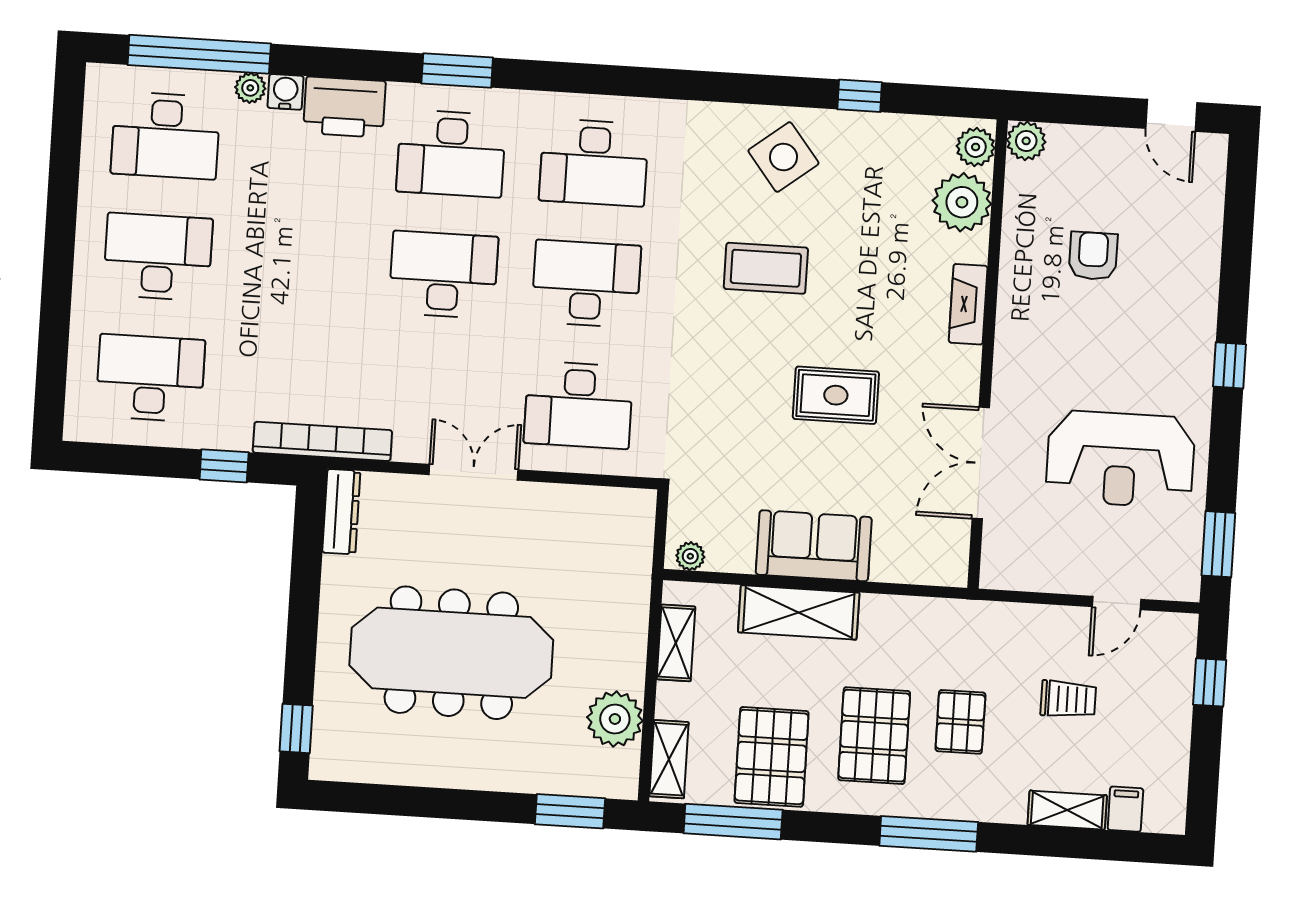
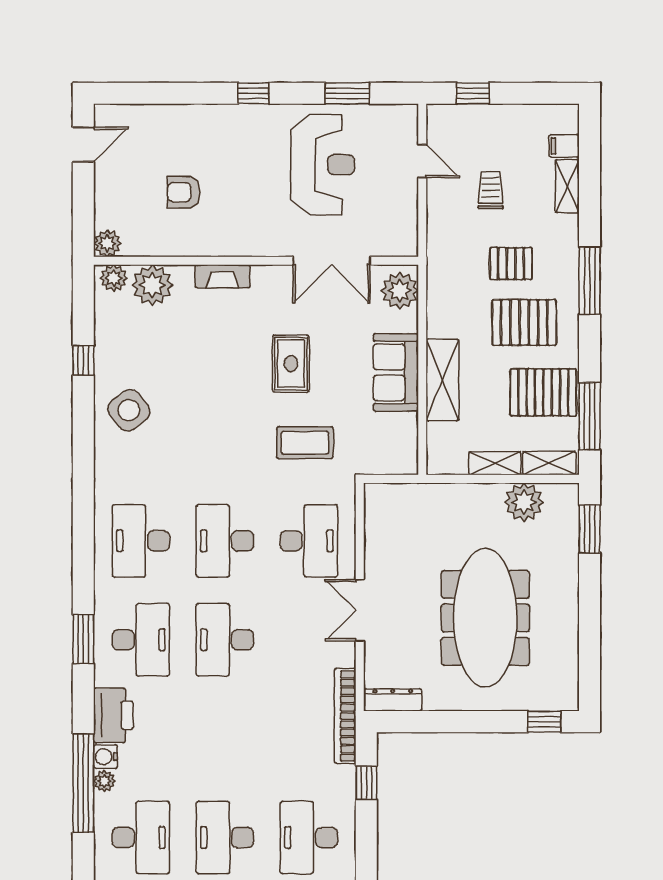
window: (199, 54) -> (83, 783), moved
desk: (594, 162) -> (141, 541), turned 180
coffee table: (766, 268) -> (305, 443), moved, turned 90
window: (1218, 544) -> (347, 93), moved
plant: (690, 556) -> (400, 291), moved, width x1.88, depth x1.88
shelving: (676, 643) -> (495, 463), moved

